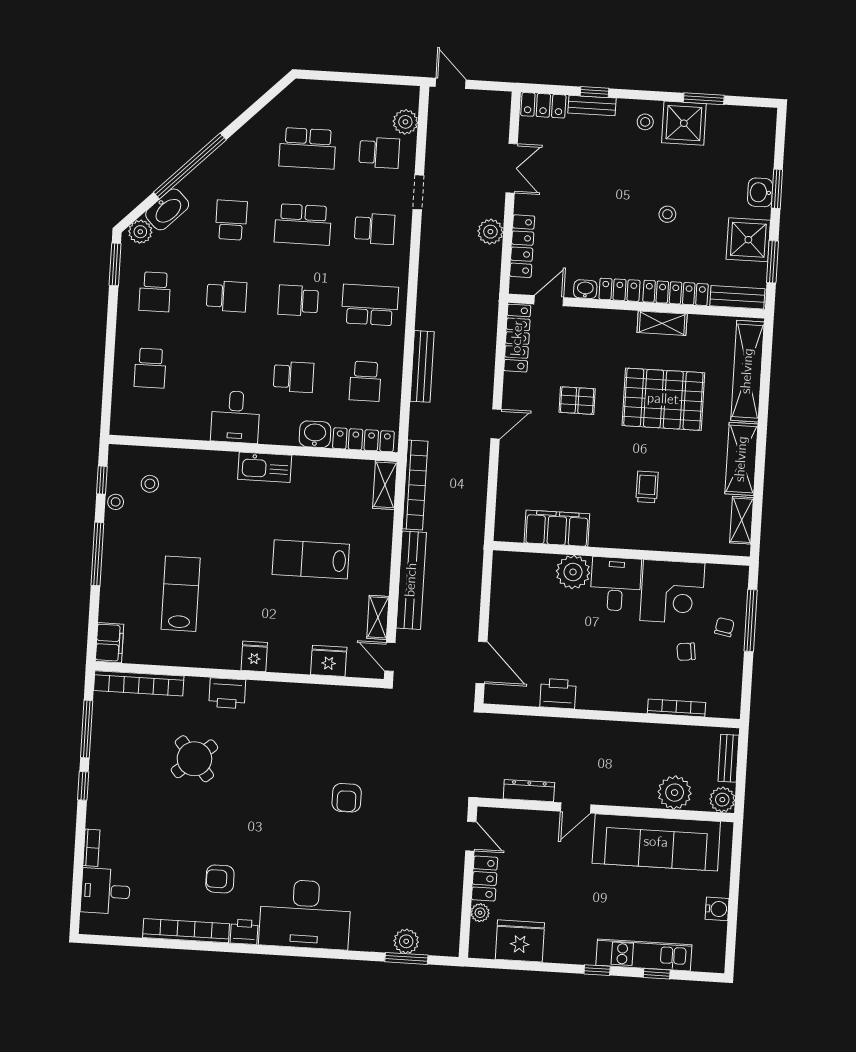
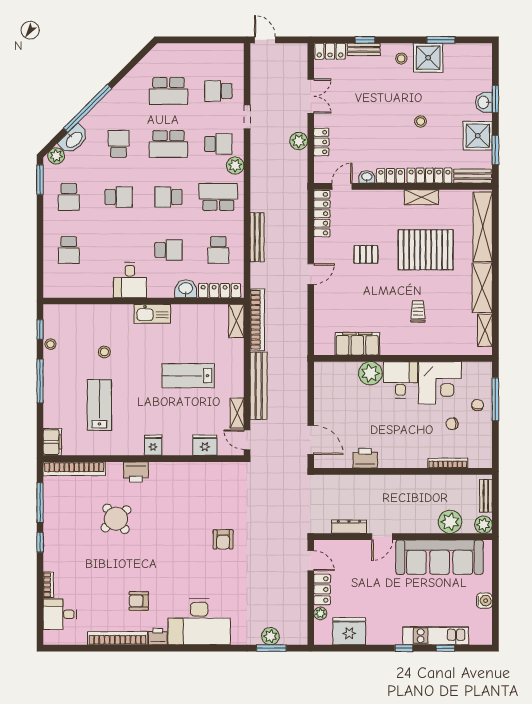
plant: (405, 122) -> (235, 166), moved
school desk: (379, 153) -> (218, 91), turned 180
locker: (522, 246) -> (321, 142), width x0.66
stool: (150, 484) -> (104, 352), moved

